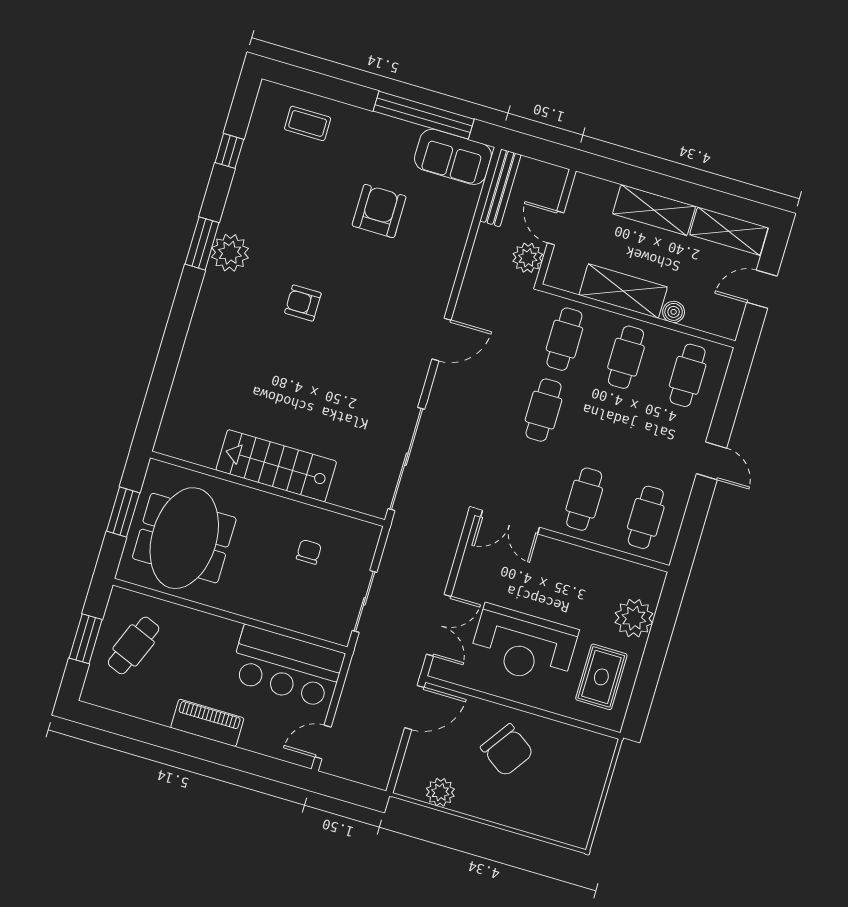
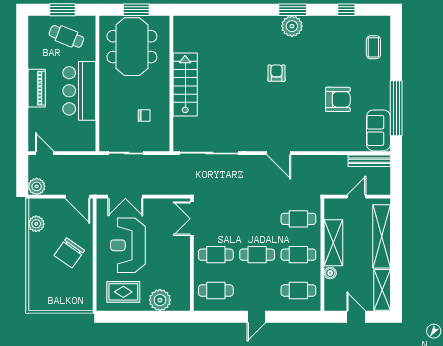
shelving: (654, 210) -> (382, 236), width x1.47
plant: (528, 258) -> (37, 186), moved
cafe table: (544, 410) -> (257, 255), moved
meeting table: (184, 538) -> (132, 47), turned 90
bar counter: (287, 666) -> (79, 91), moved

